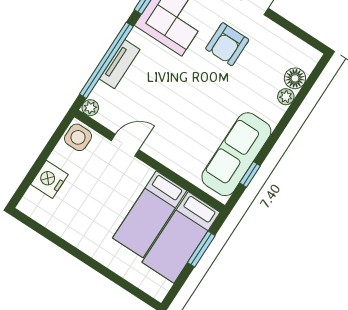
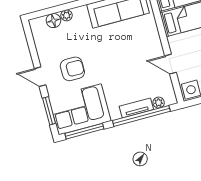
plant: (90, 108) -> (159, 103), moved

